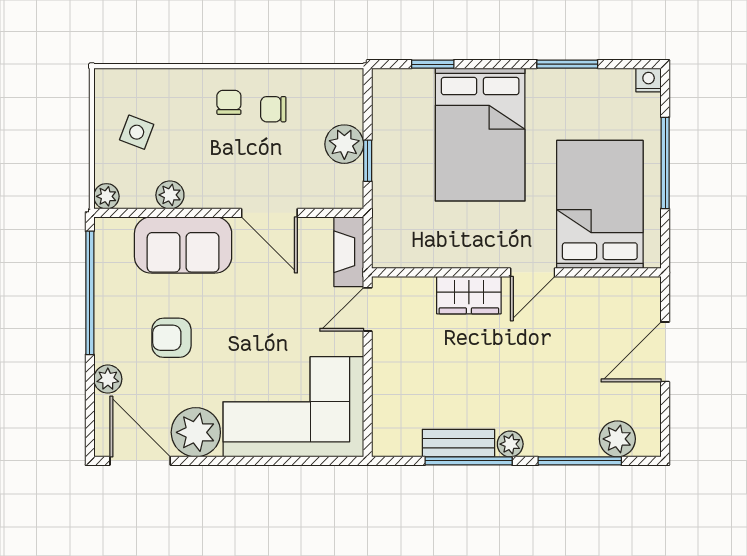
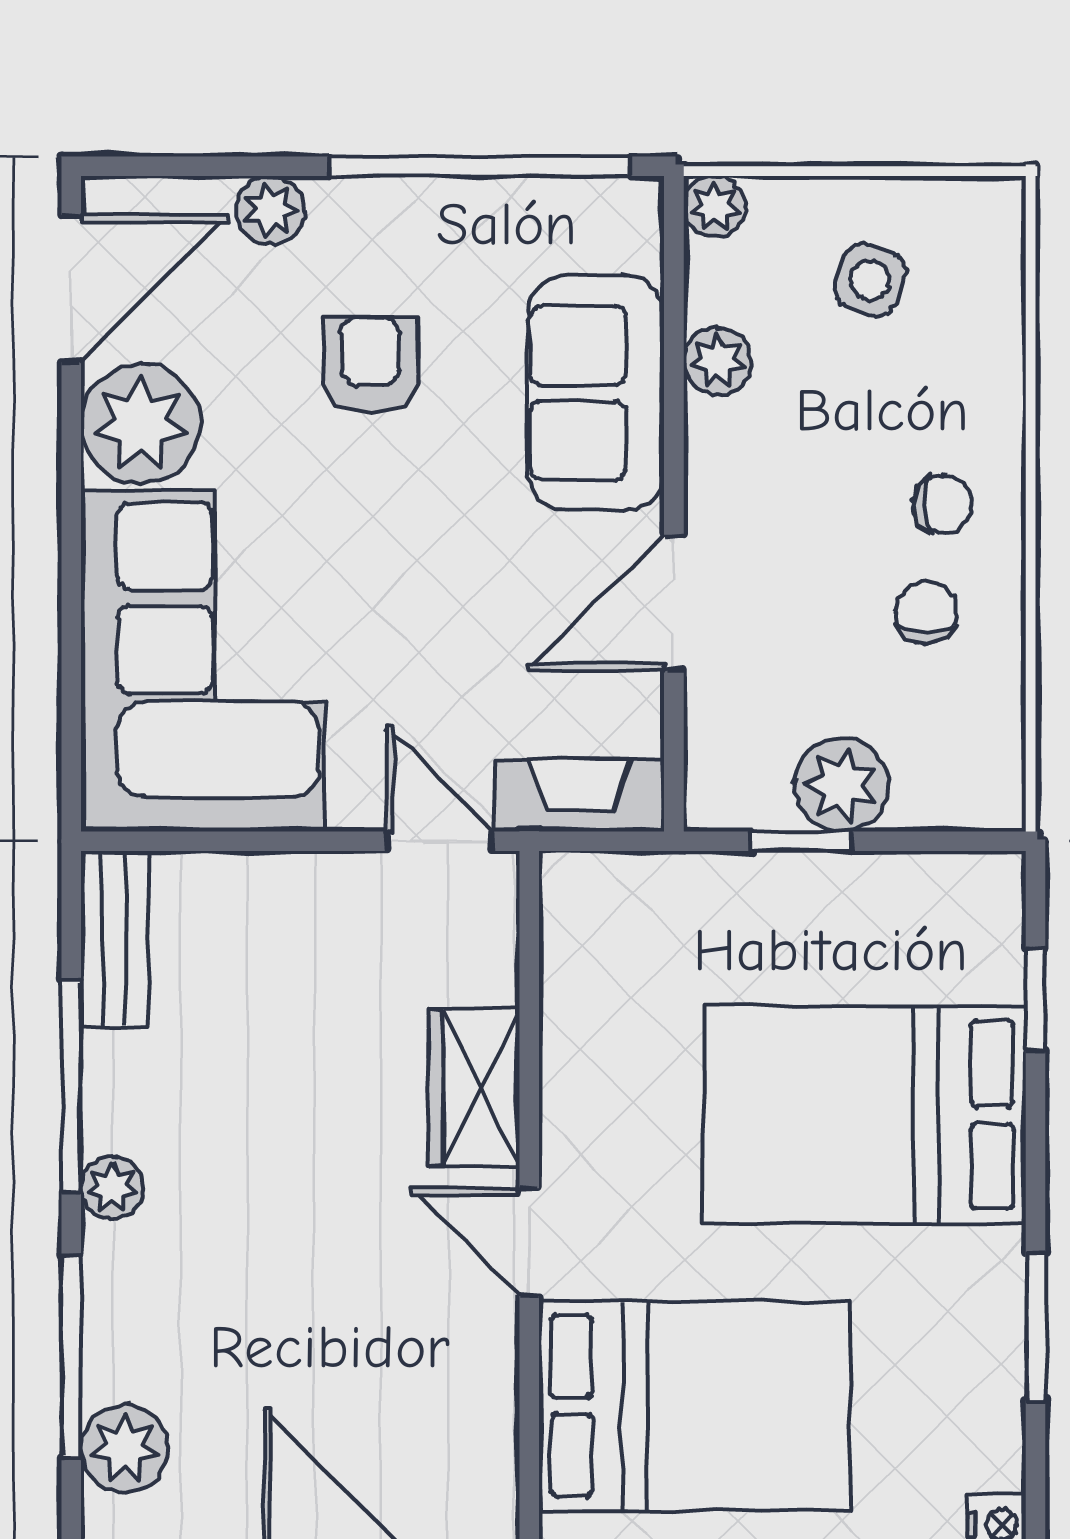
bench: (458, 443) -> (114, 939), moved

